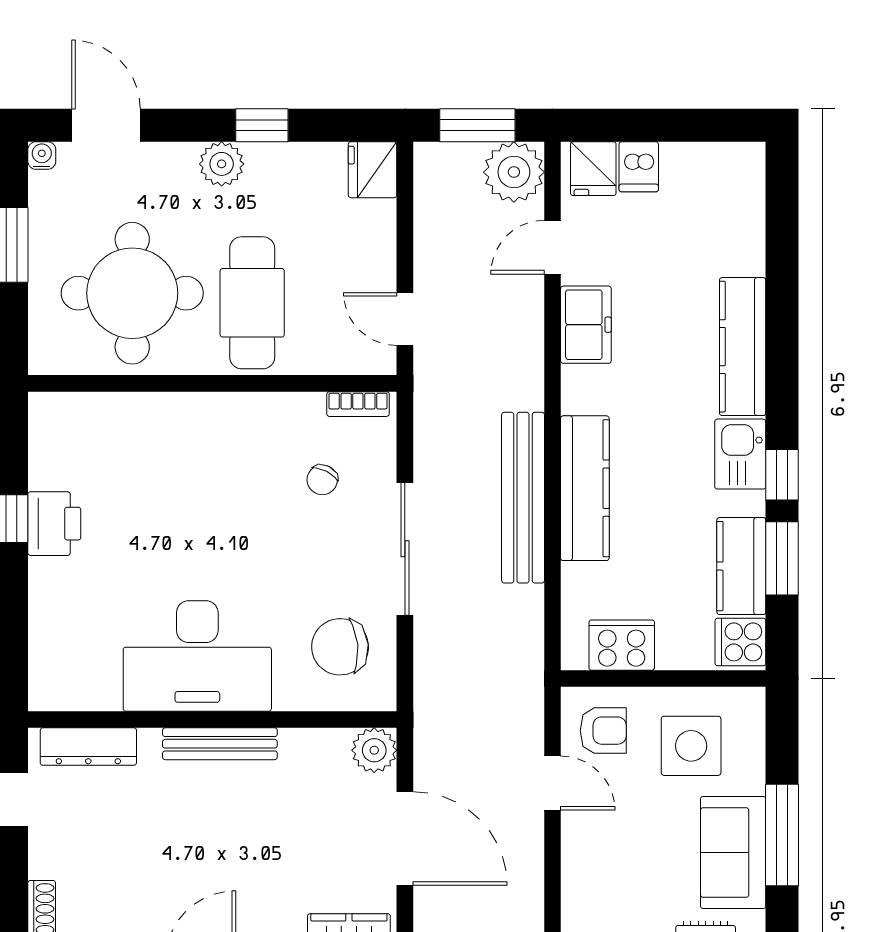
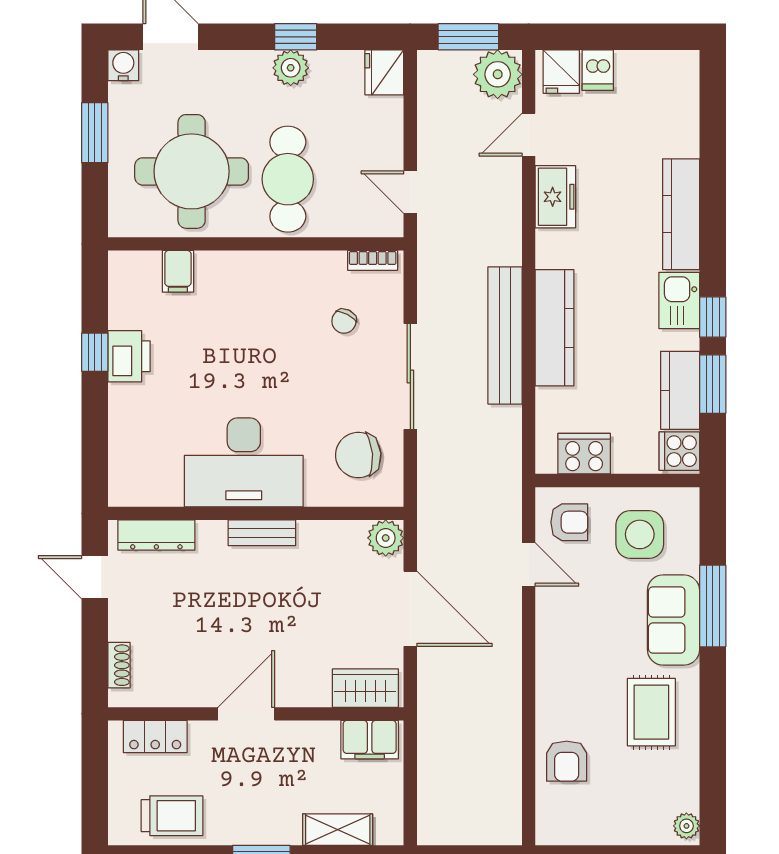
water cooler: (42, 156) -> (123, 65), width x1.38, depth x1.38
plant: (222, 164) -> (291, 68), moved
filing cabinet: (115, 418) -> (178, 271), added
bench: (220, 744) -> (262, 533), width x0.73

